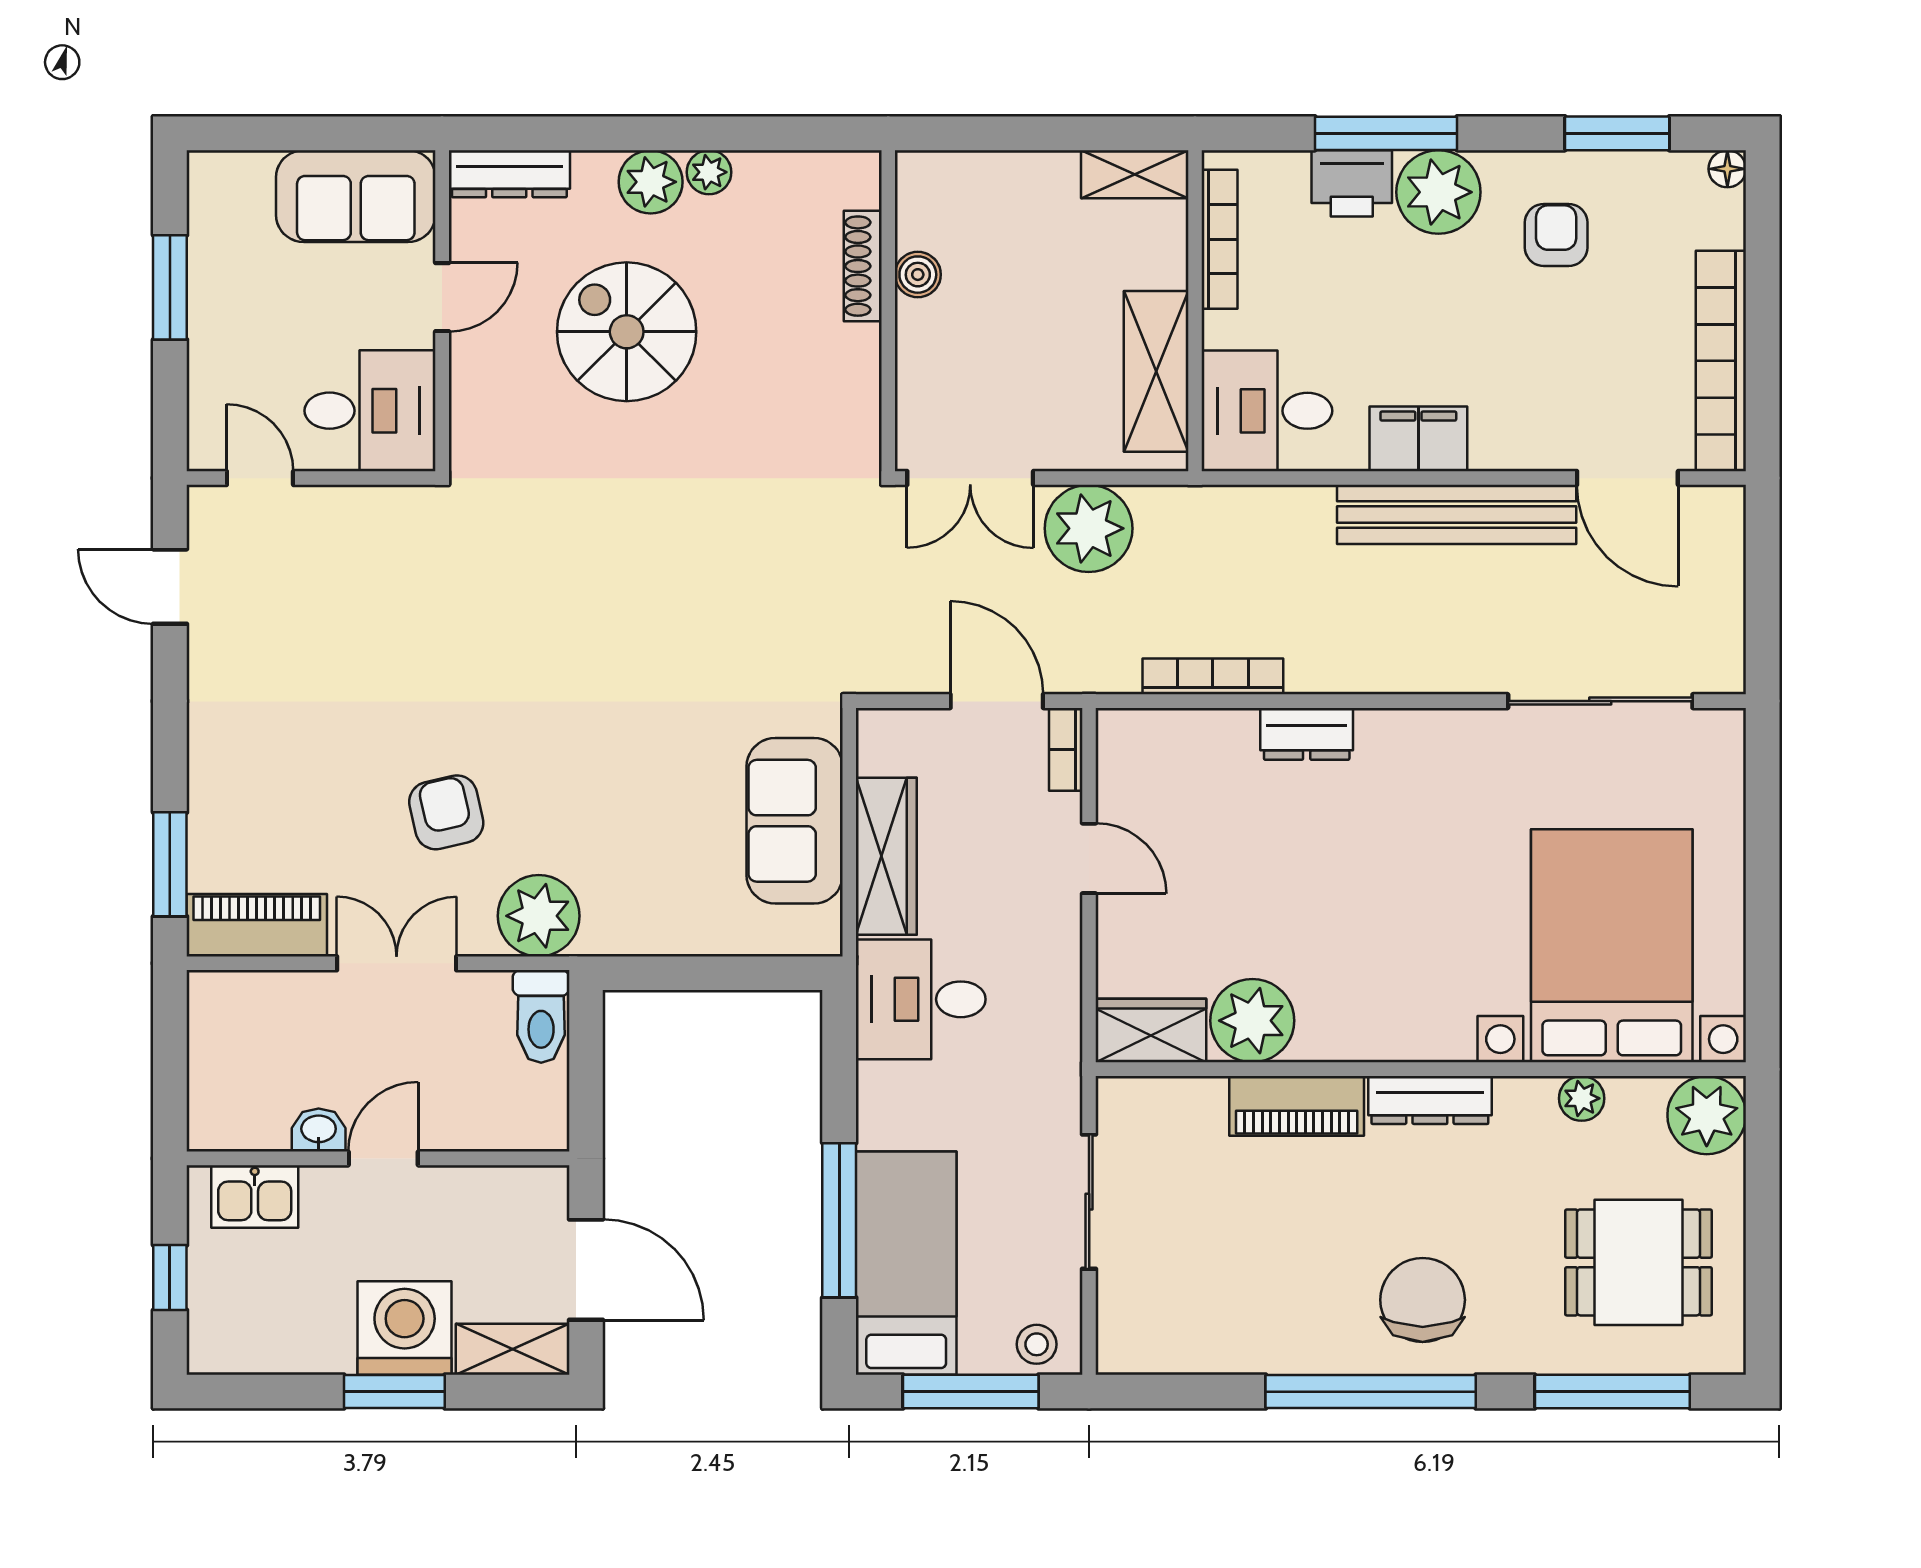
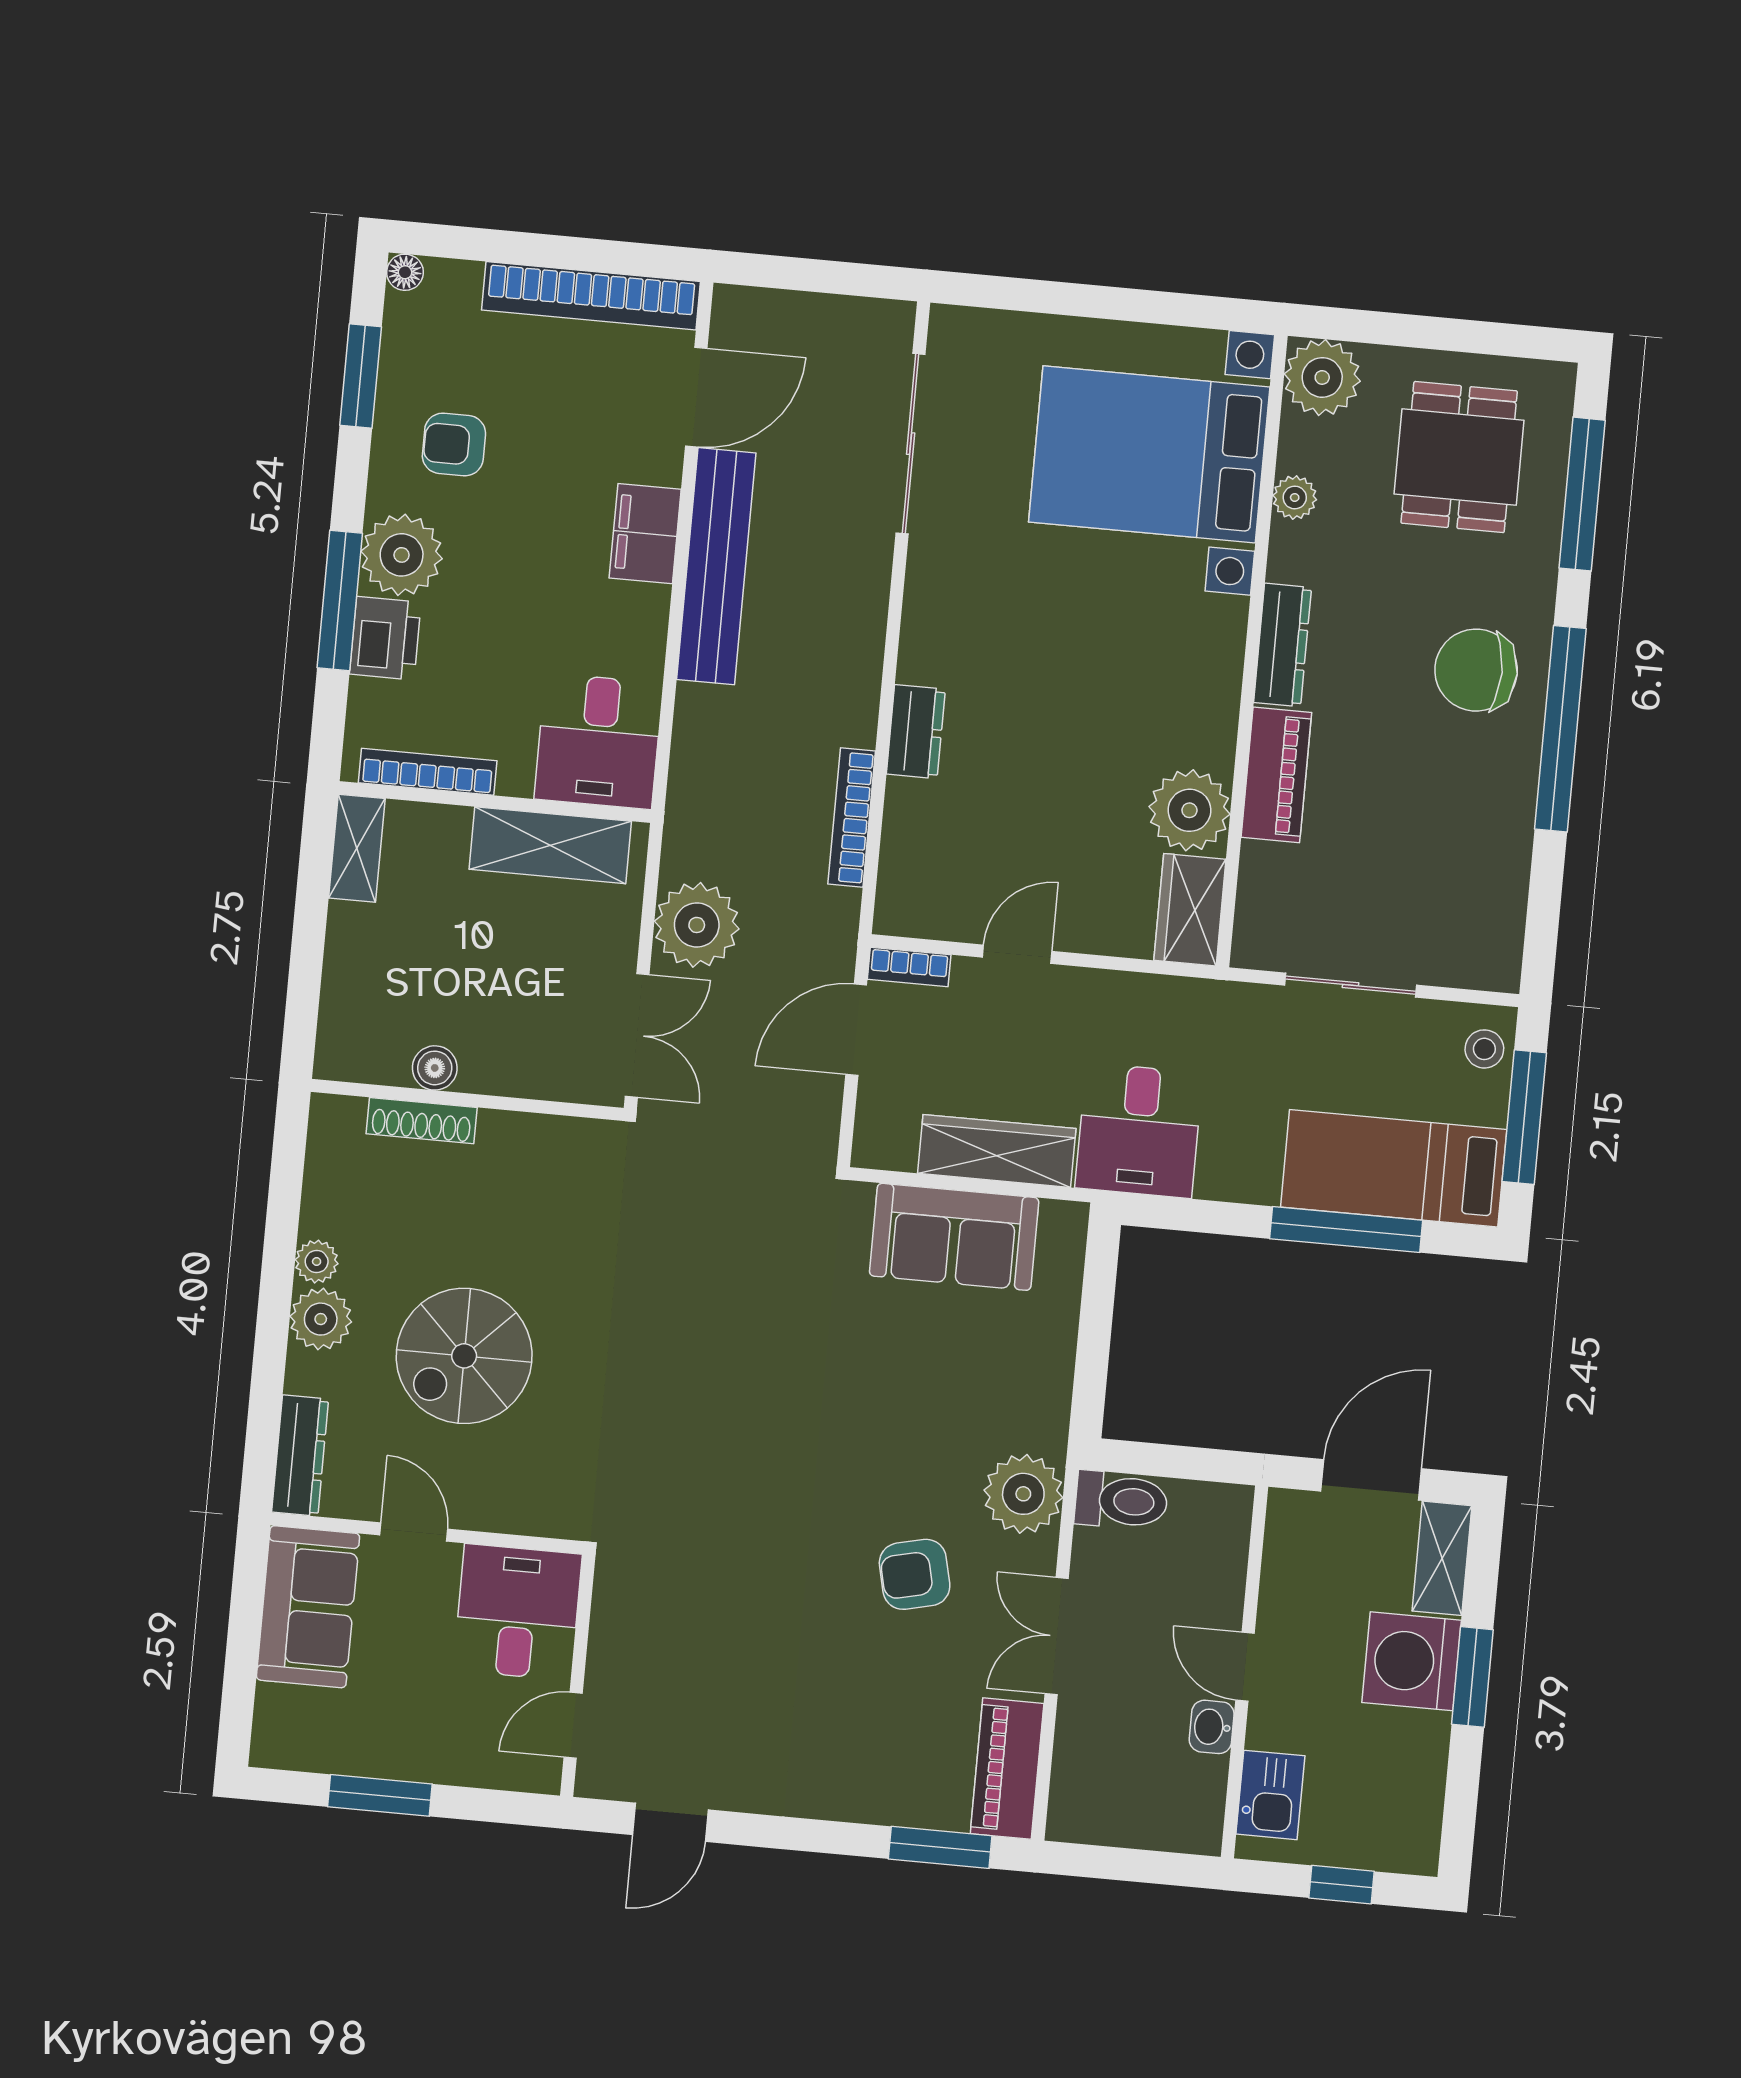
filing cabinet: (1418, 439) -> (645, 534), moved

